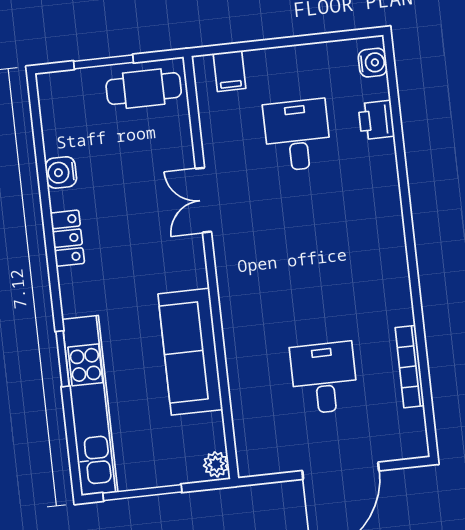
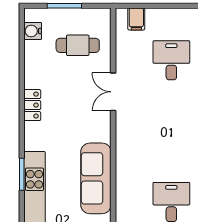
cafe table: (144, 89) -> (78, 45), moved
water cooler: (61, 172) -> (33, 31), moved

